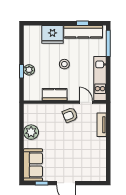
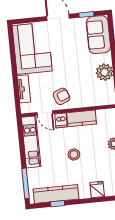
fridge: (52, 34) -> (97, 189), width x0.53, depth x0.75
dishwasher: (73, 94) -> (61, 120), added
corner sofa: (91, 159) -> (32, 48), added

